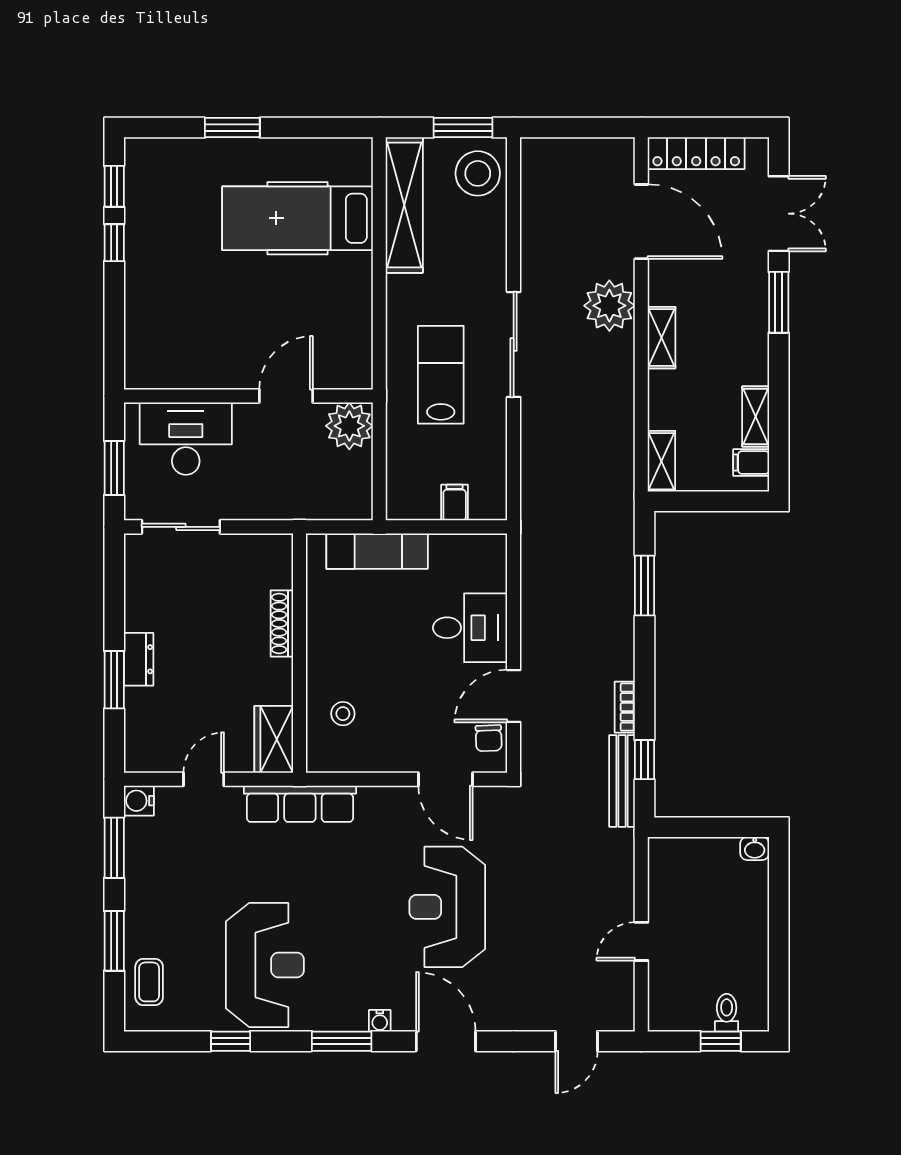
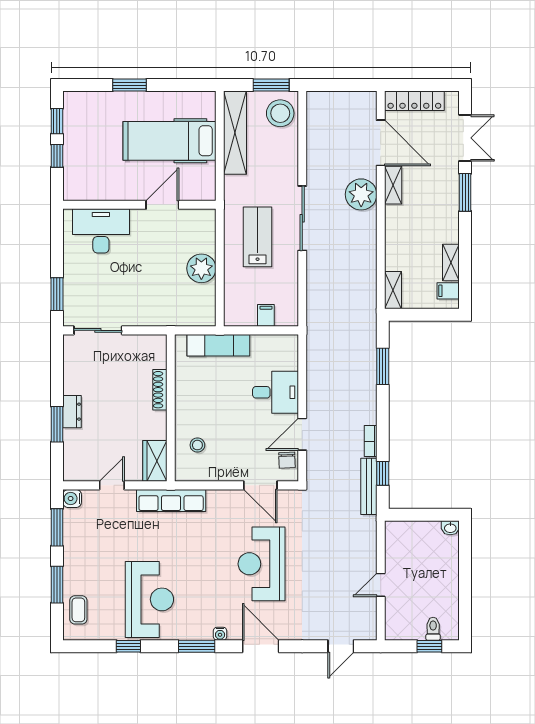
shelving: (662, 338) -> (393, 185), moved
wall: (248, 396) -> (139, 205), moved
door: (286, 396) -> (162, 205), moved
desk: (186, 439) -> (101, 231), moved

